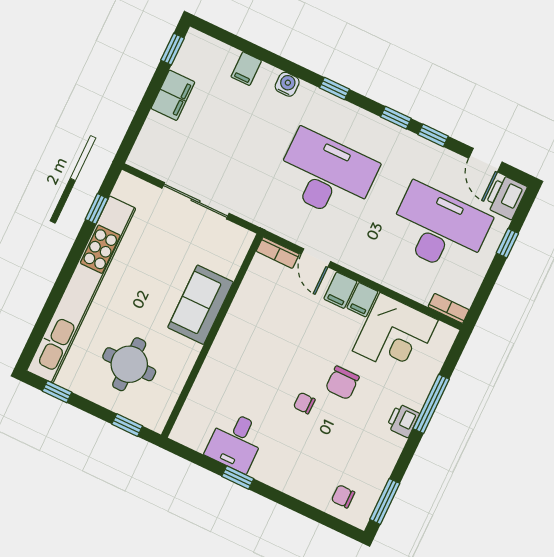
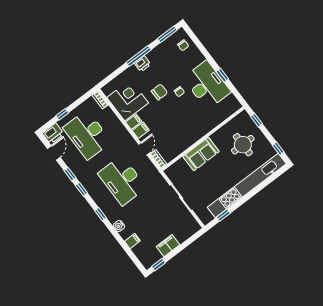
window: (431, 404) -> (139, 56), moved
desk: (236, 442) -> (207, 85), width x1.87, depth x1.30

